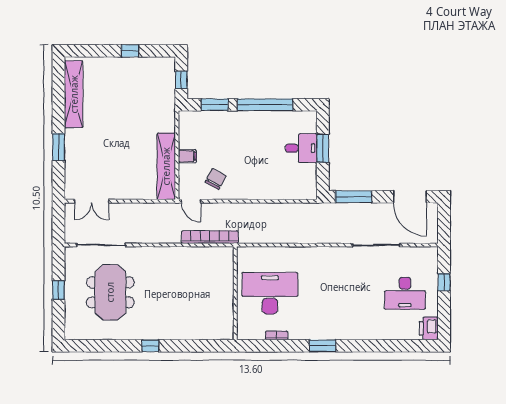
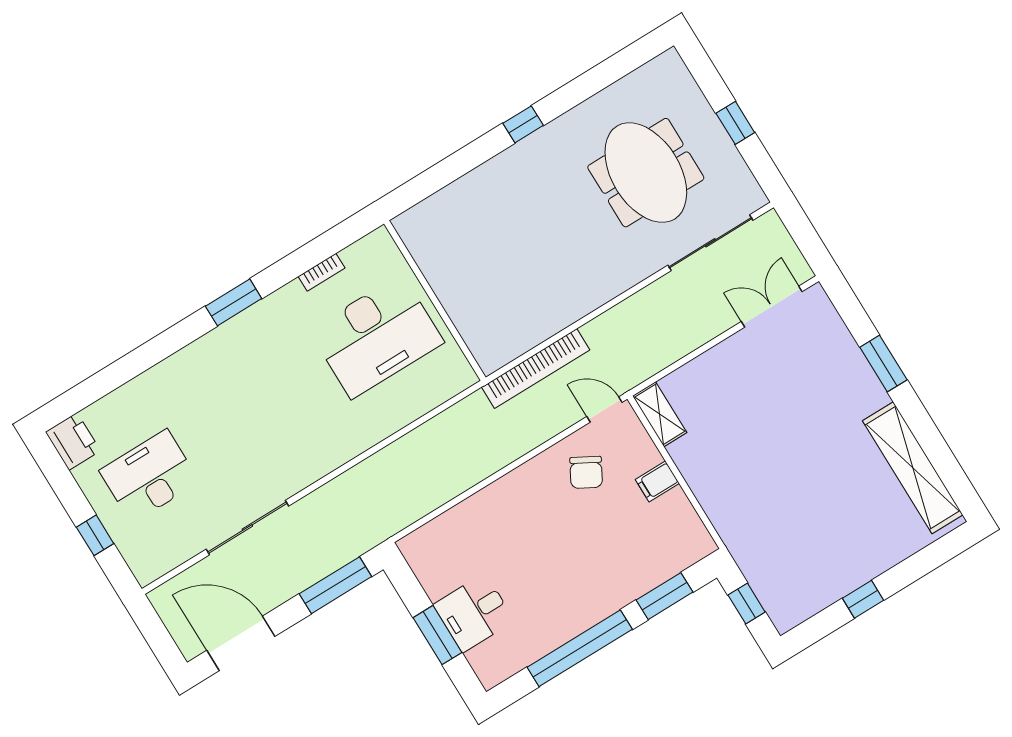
shelving: (166, 166) -> (660, 414), width x0.45, depth x0.75

